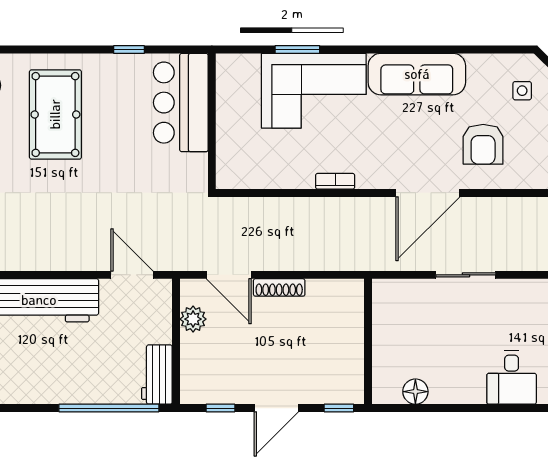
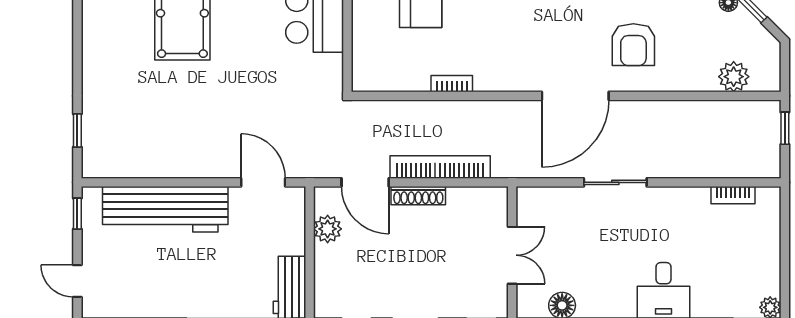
bookcase: (335, 181) -> (452, 84), moved
bookcase: (300, 260) -> (440, 167), added
double door: (368, 344) -> (512, 255), added

